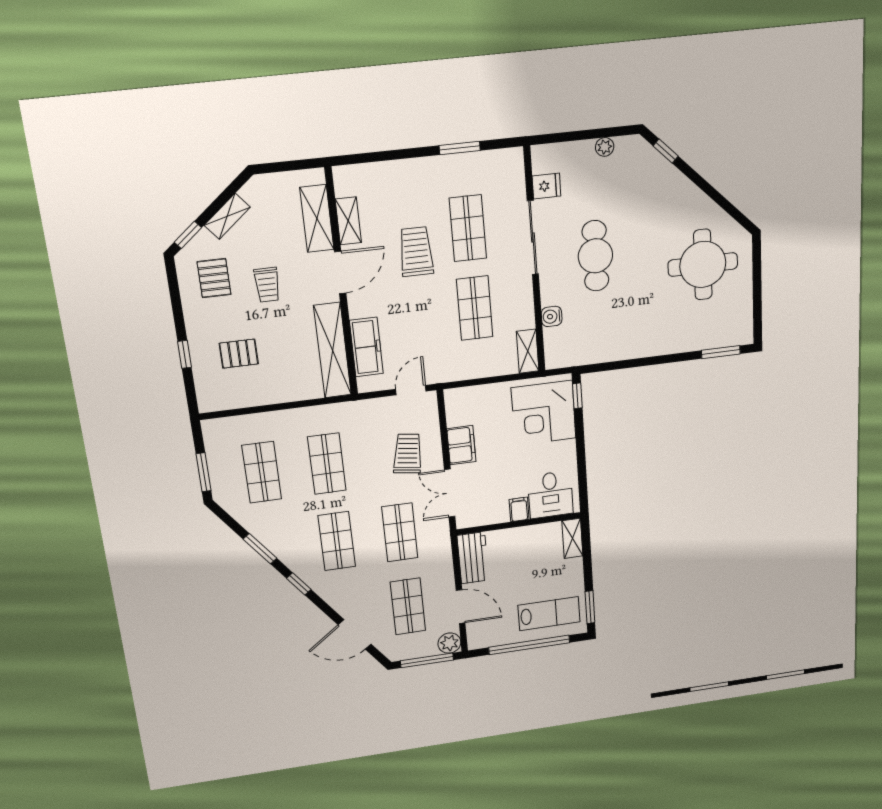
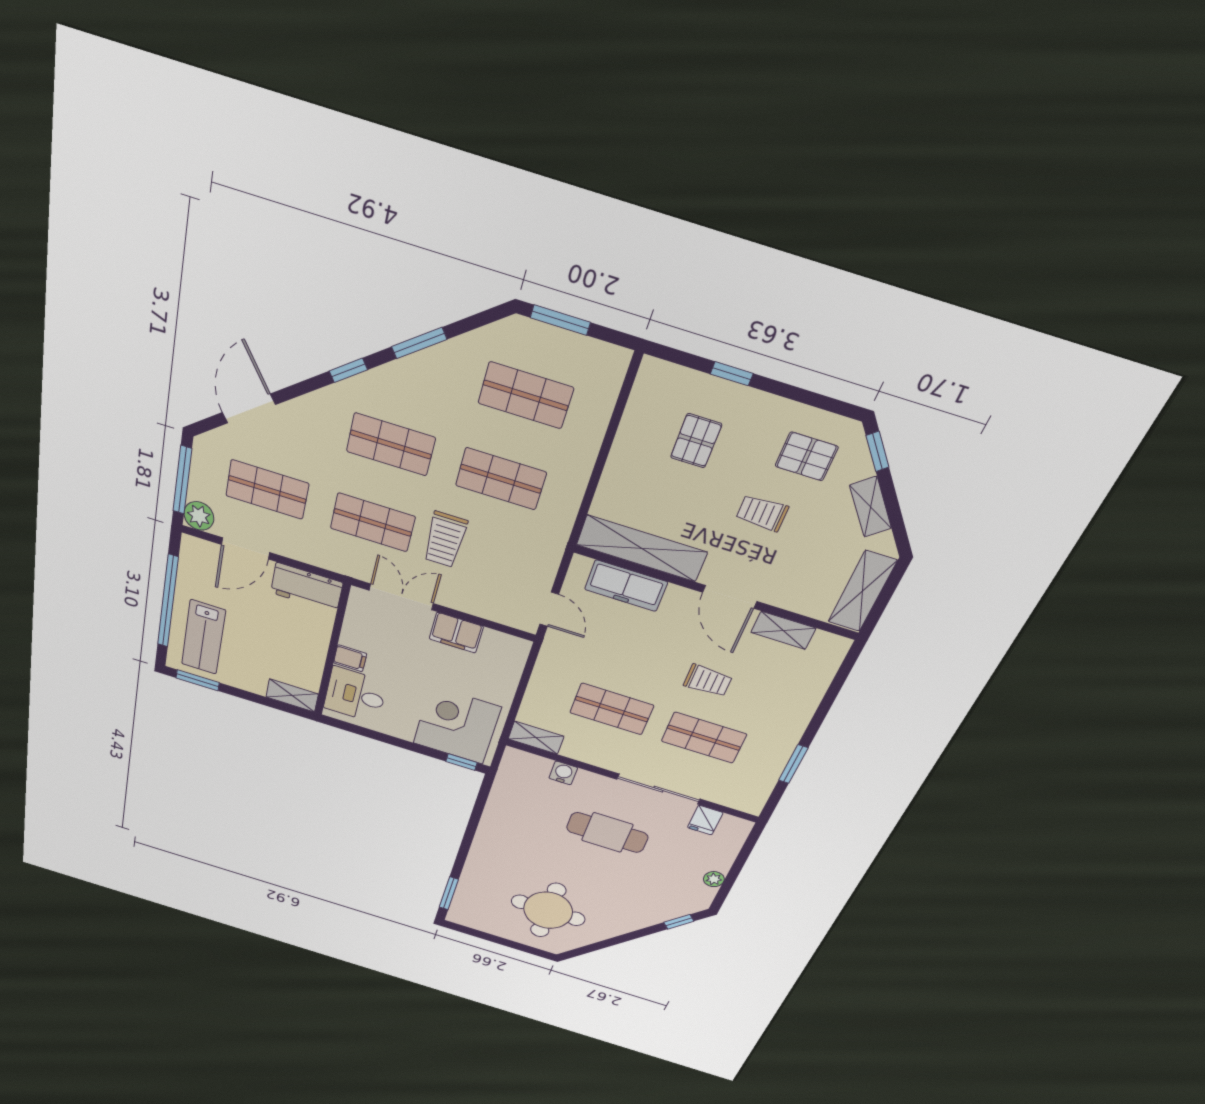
shelving: (317, 219) -> (862, 591), moved, turned 90
trolley: (416, 252) -> (708, 681), width x0.73, depth x0.72
trolley: (408, 454) -> (445, 539), moved, turned 82

